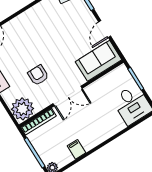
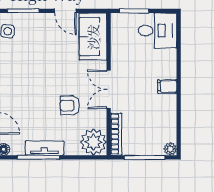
double door: (68, 96) -> (109, 89), swing flipped
filing cabinet: (76, 149) -> (167, 86), moved

